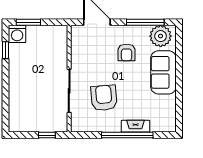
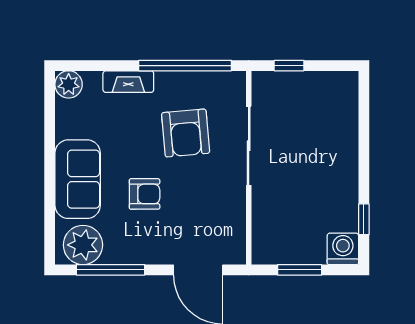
window: (28, 22) -> (300, 270), moved
armchair: (127, 52) -> (145, 194), moved, turned 90
plant: (168, 125) -> (69, 84), added
window: (127, 135) -> (185, 66), moved

